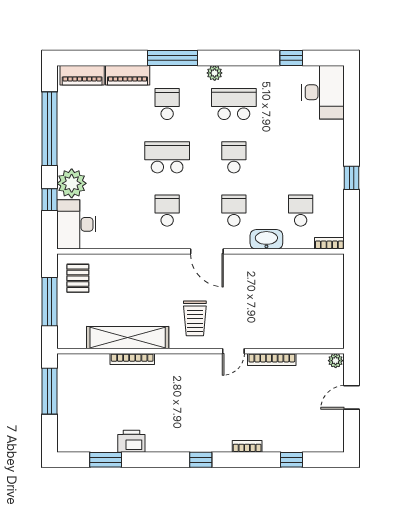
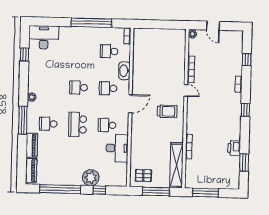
school desk: (234, 104) -> (49, 87), removed
window: (351, 178) -> (92, 23), width x3.17
desk: (76, 224) -> (117, 148), moved, turned -90
shelving: (128, 338) -> (177, 165), moved

